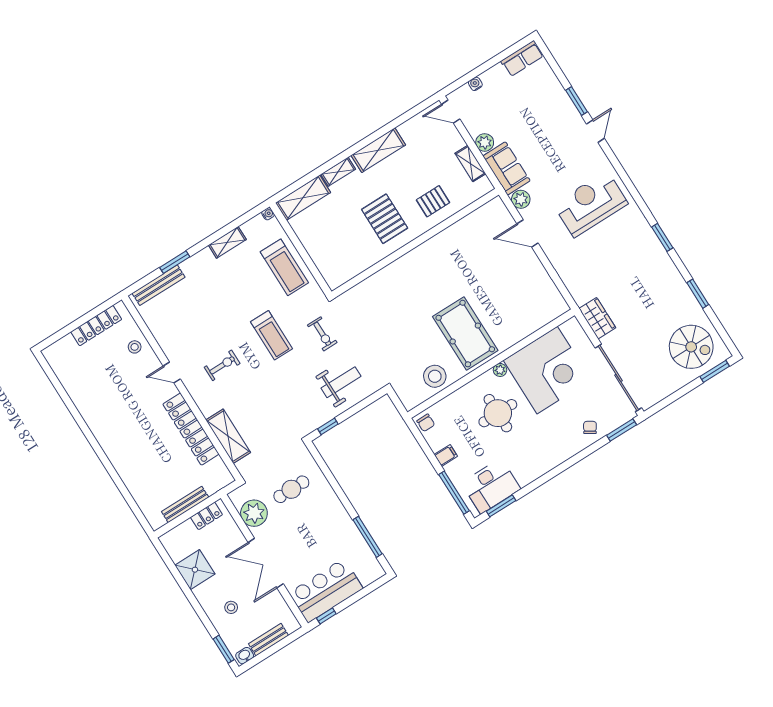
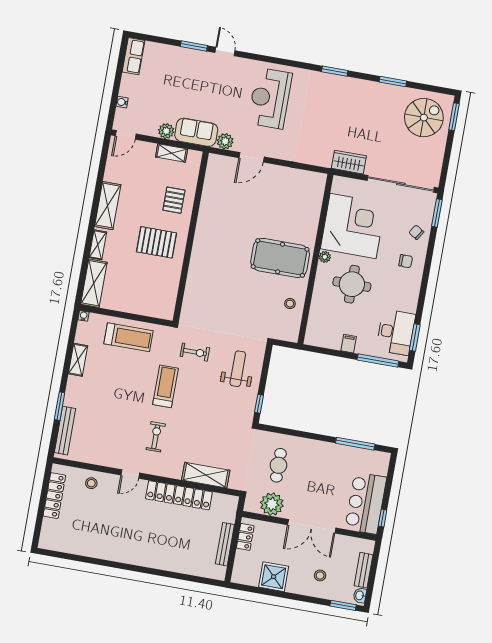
treadmill: (272, 335) -> (166, 386), turned -90
stool: (435, 376) -> (290, 304), width x0.53, depth x0.53
chair: (426, 423) -> (406, 261), moved

